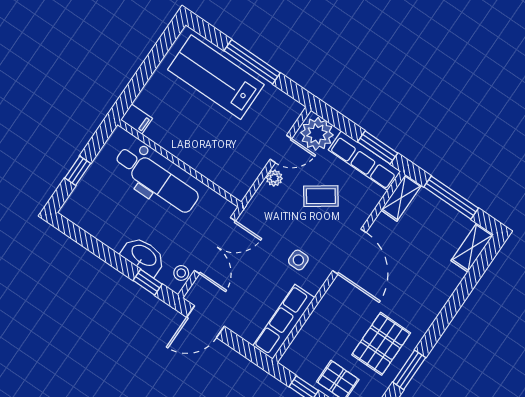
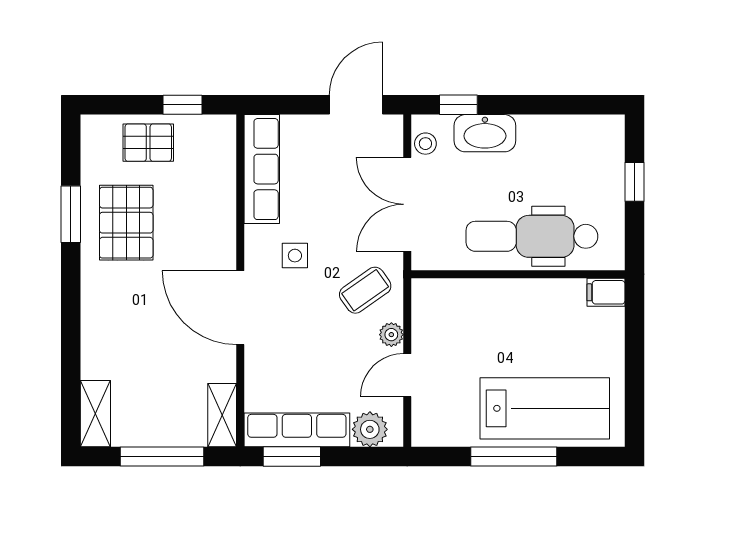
plant: (317, 134) -> (370, 429), width x0.73, depth x0.73
coffee table: (321, 196) -> (365, 290), moved

